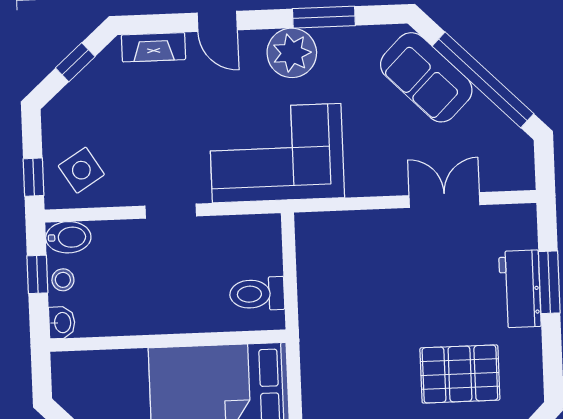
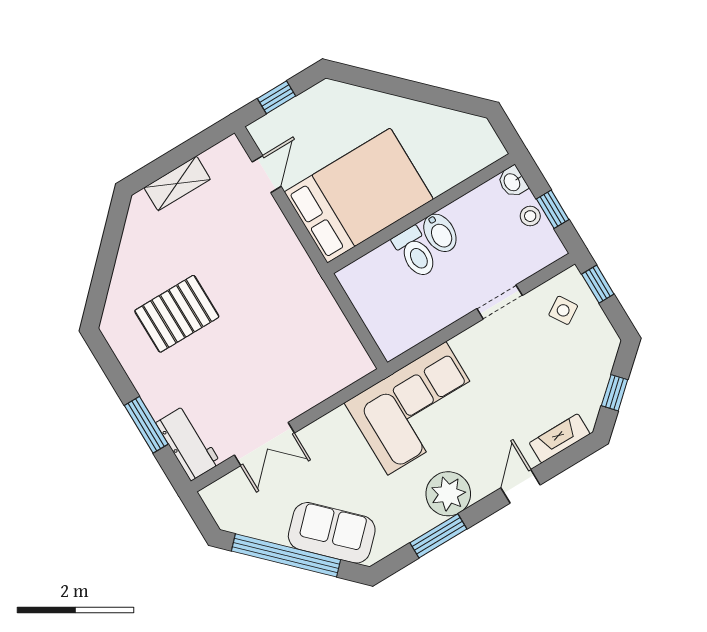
door: (217, 21) -> (520, 486), hinge flipped
side table: (81, 170) -> (563, 310), width x0.73, depth x0.73
doorway: (171, 211) -> (500, 302), moved
bidet: (68, 237) -> (440, 233), moved, turned -90
workbench: (520, 289) -> (188, 443), moved
toilet: (257, 294) -> (415, 252), moved, turned 90

